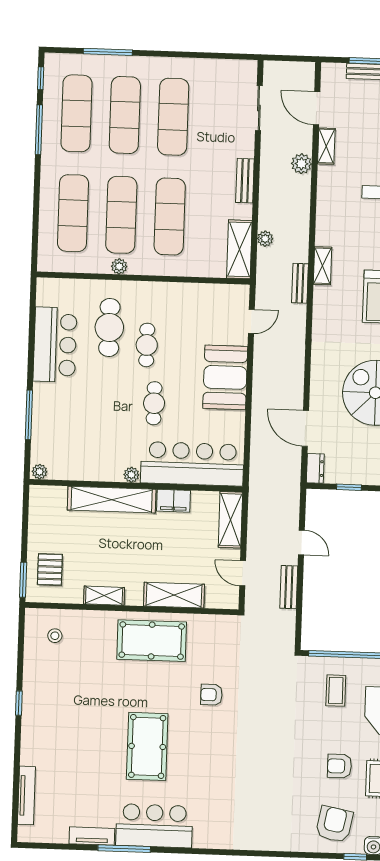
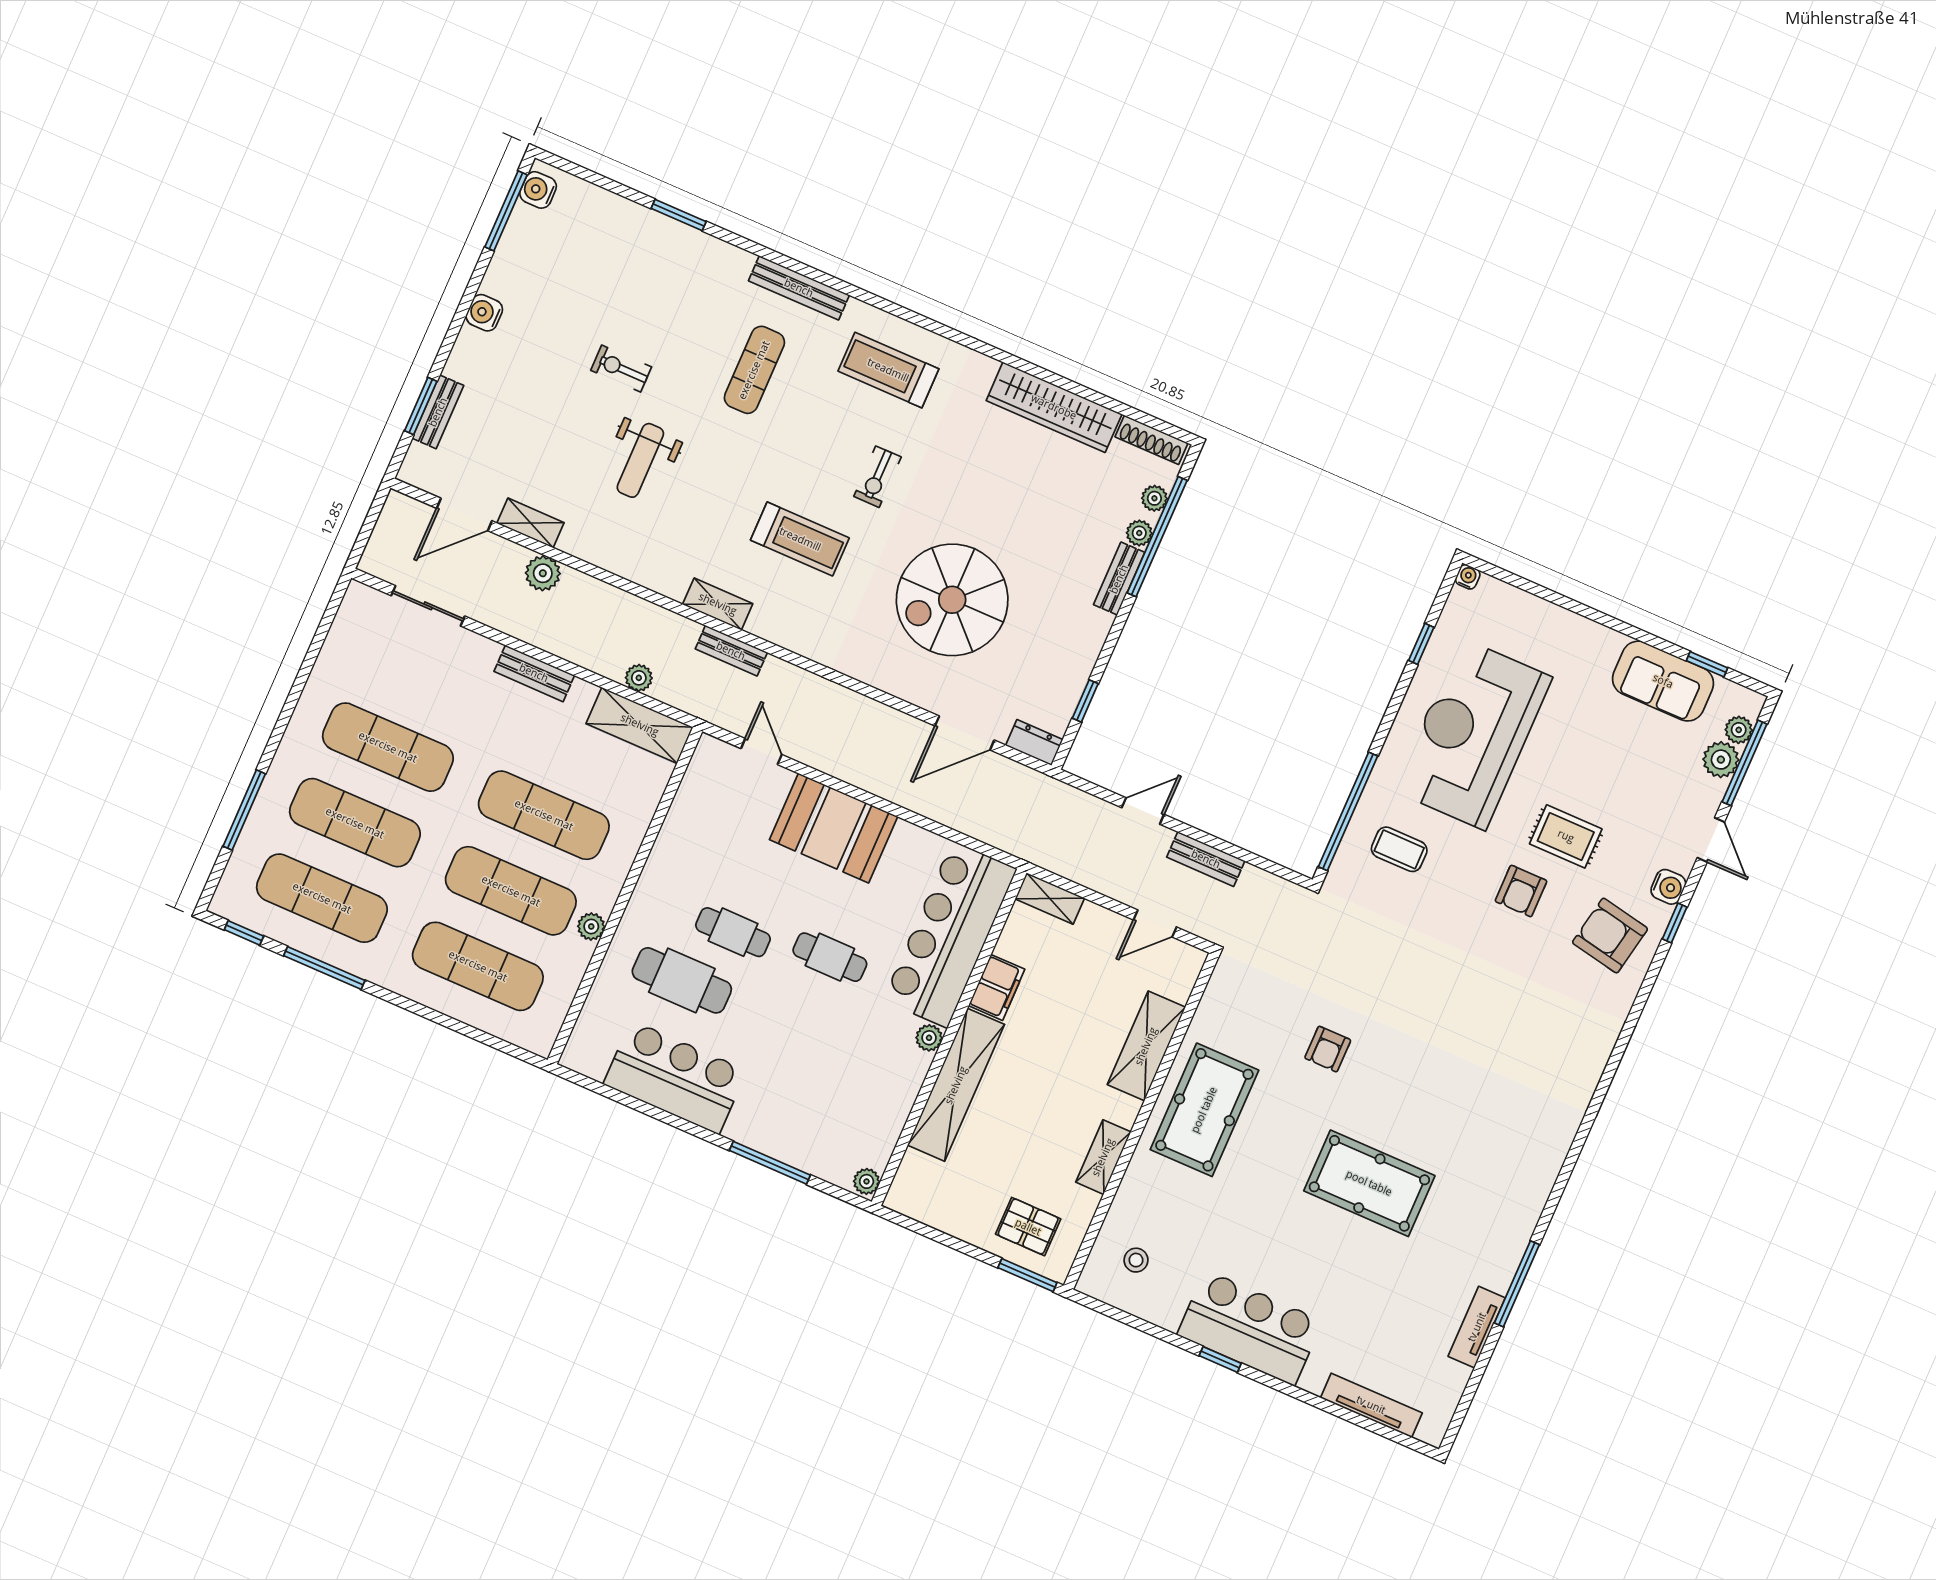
shelving: (230, 520) -> (1050, 898), width x0.67, depth x0.75
bar counter: (154, 826) -> (1250, 1328), moved, turned 90

